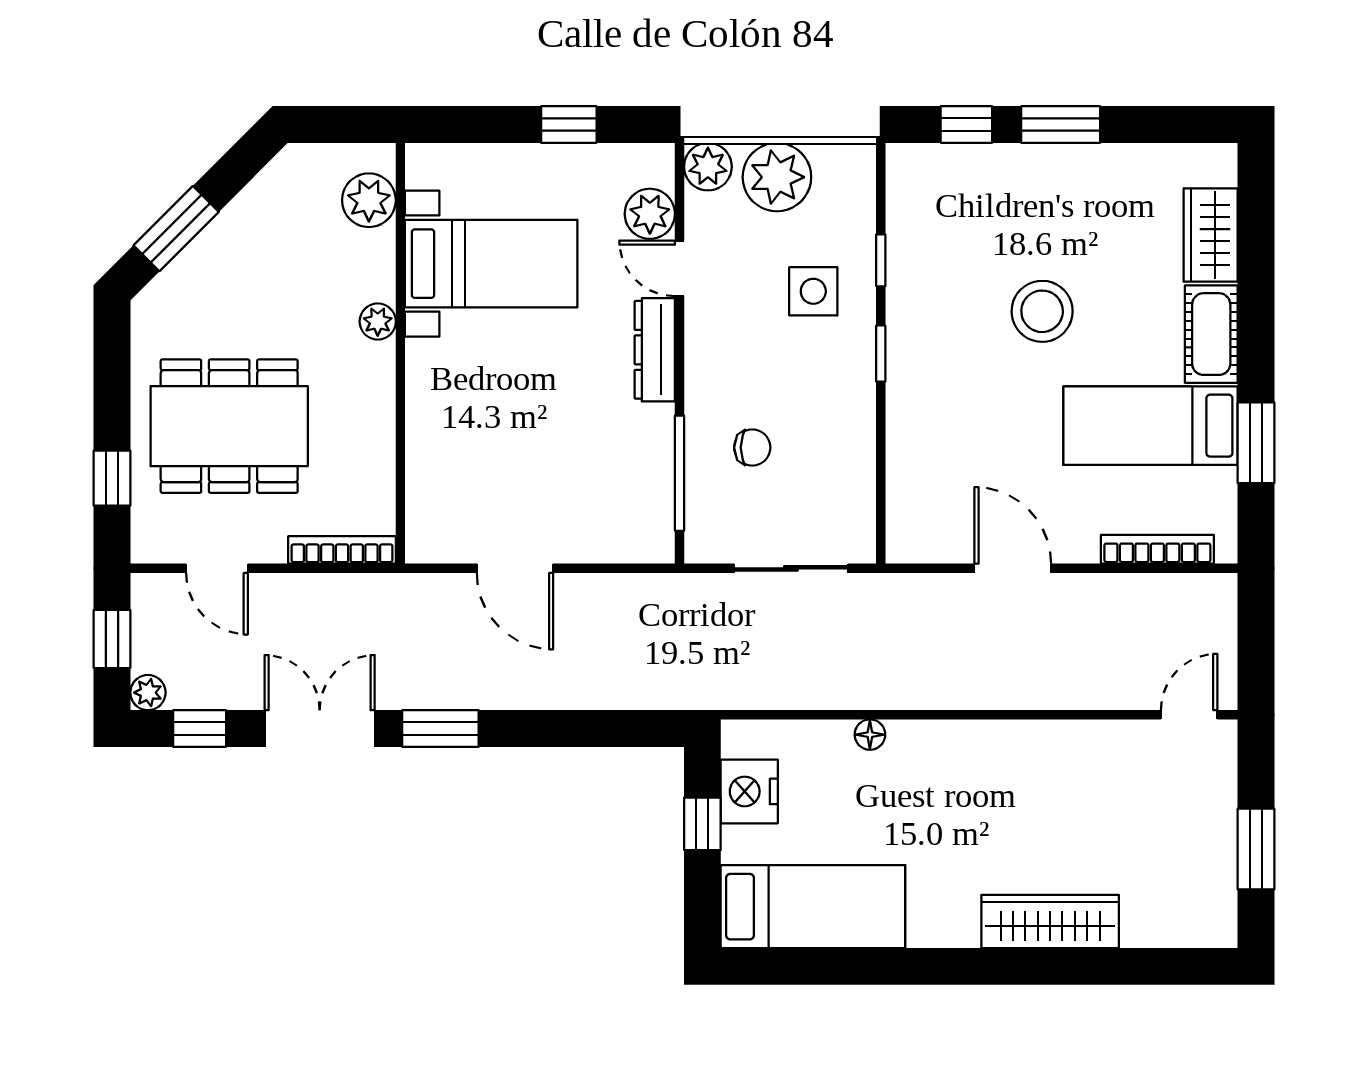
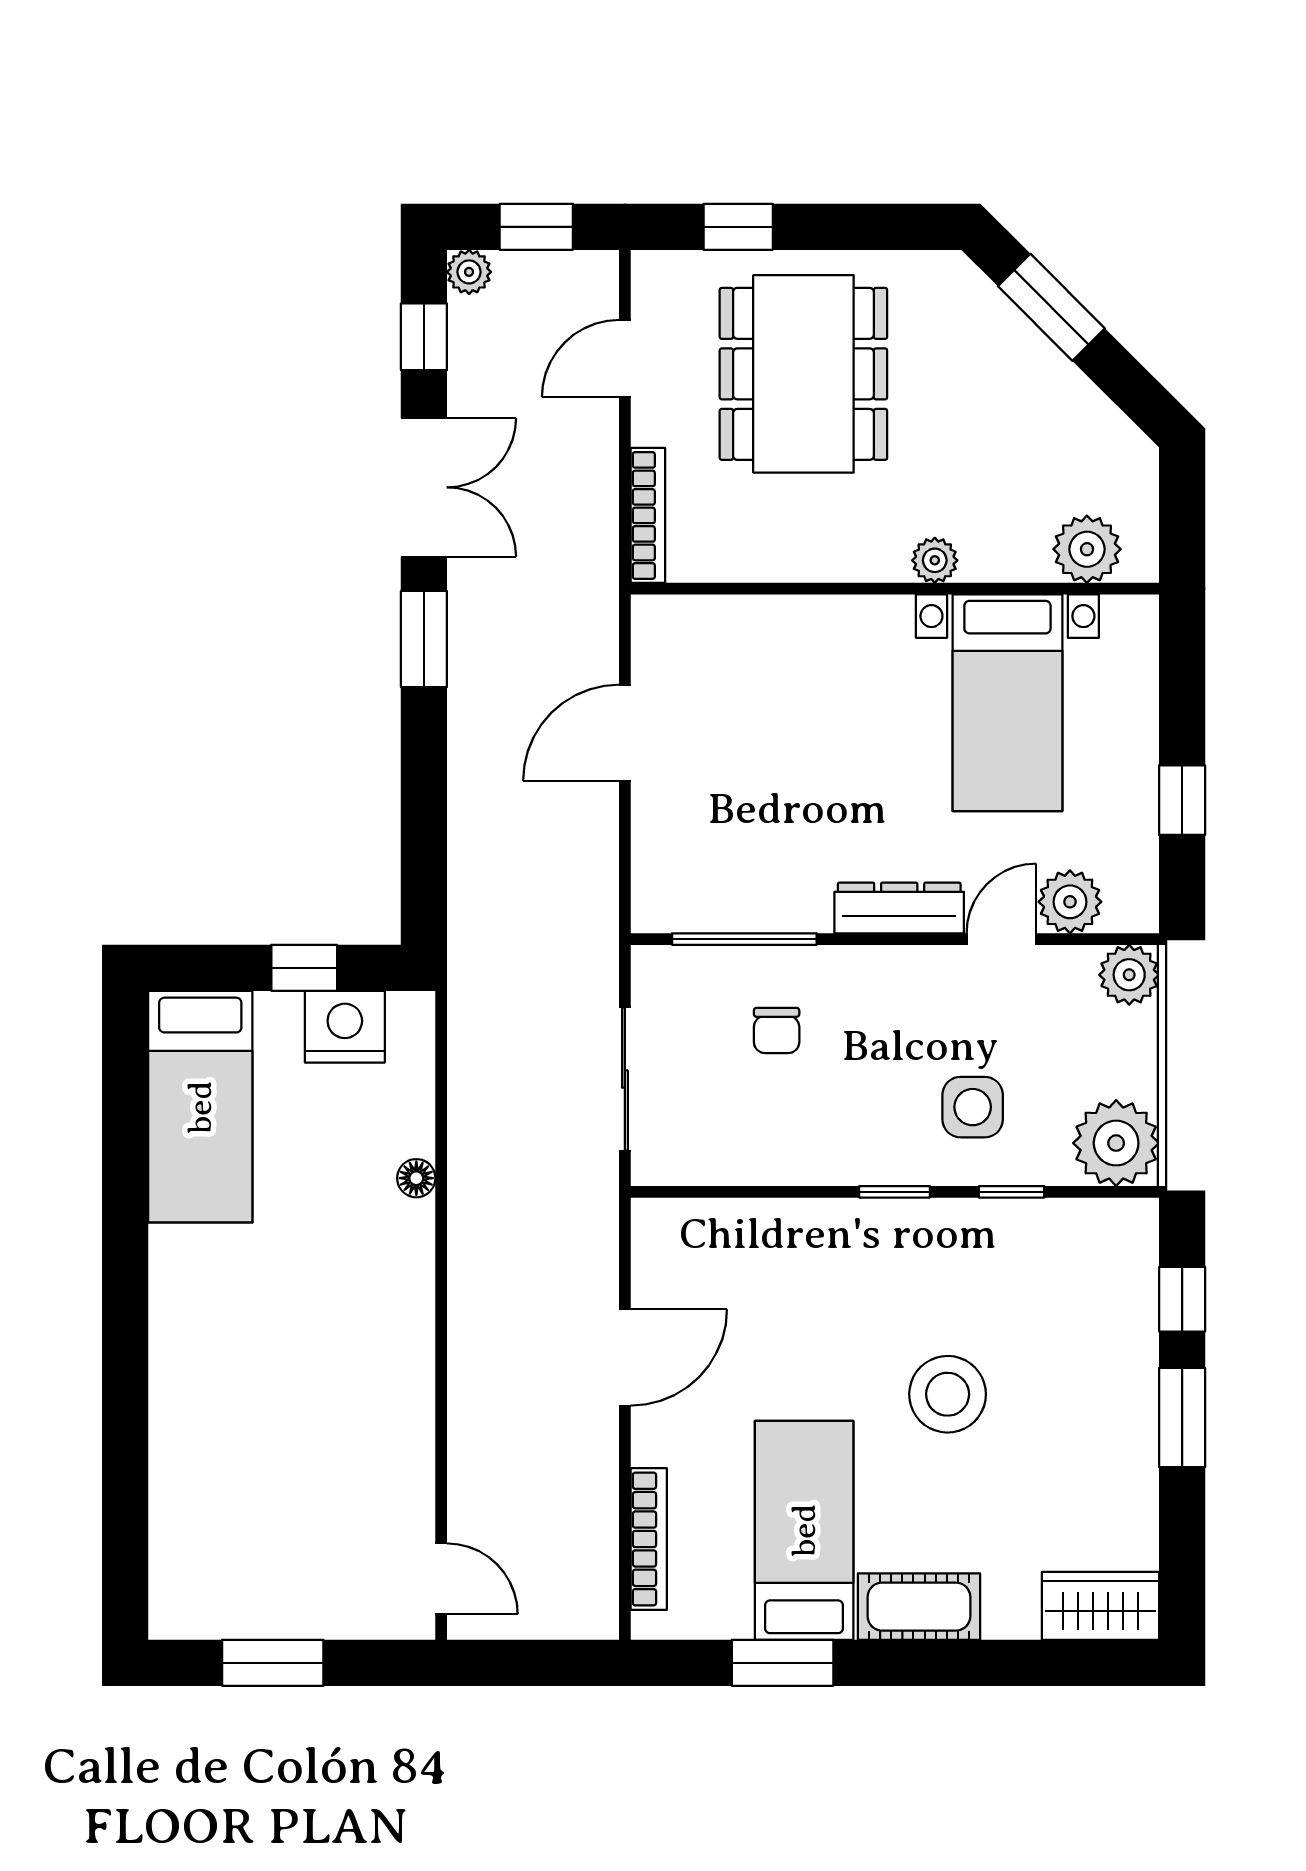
plant: (777, 177) -> (1116, 1143), moved
wardrobe: (1211, 235) -> (1101, 1606), moved
wardrobe: (1050, 922) -> (182, 1404), removed

